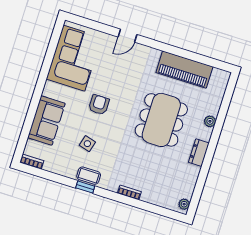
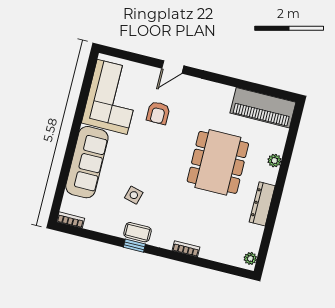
piano: (184, 69) -> (263, 108), moved
armchair: (99, 105) -> (158, 113), moved, turned 180
sofa: (46, 121) -> (87, 162), width x1.36
dresser: (199, 153) -> (262, 204), width x1.44

